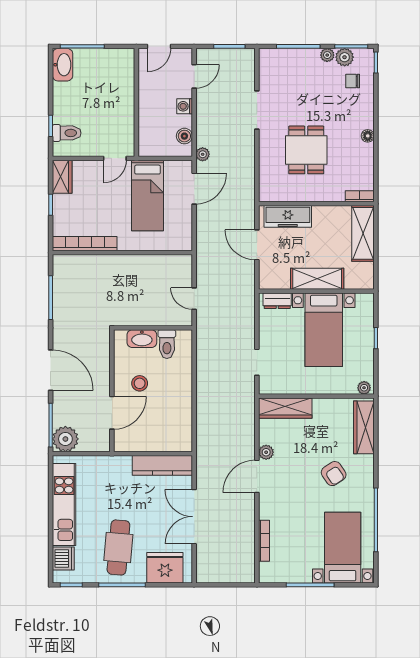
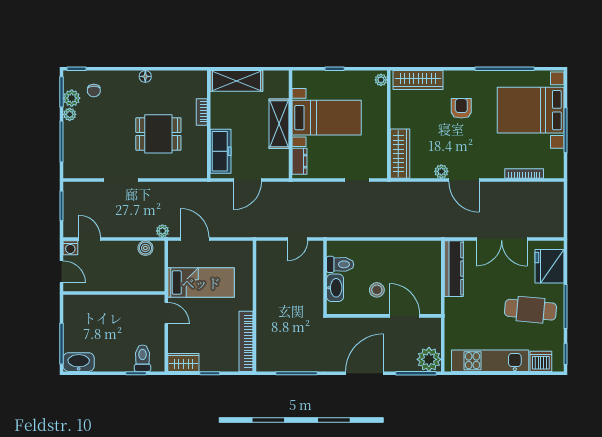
washing machine: (185, 106) -> (70, 248), moved
bookcase: (360, 196) -> (202, 112), moved
armchair: (334, 474) -> (461, 108), turned -57
bed with nightstands: (343, 548) -> (531, 110), width x1.36

